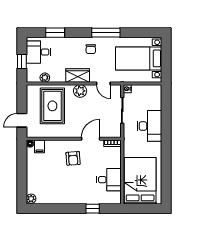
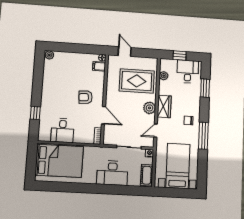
cot: (150, 90) -> (147, 175), added

